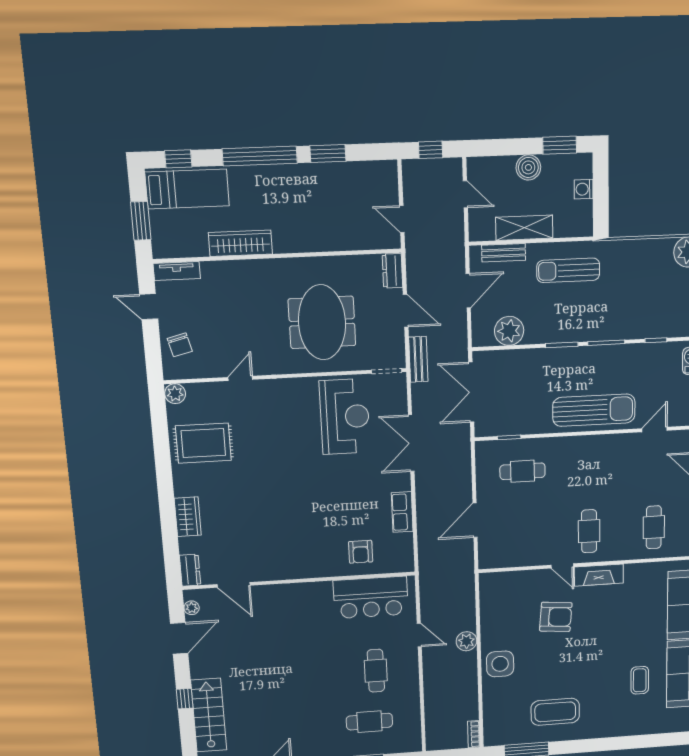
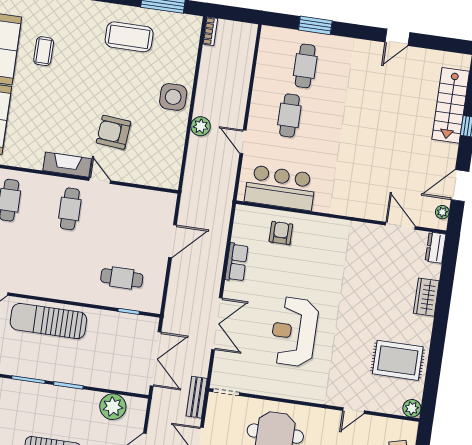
reception desk: (345, 417) -> (294, 332), moved
cafe table: (369, 722) -> (305, 66), turned 90

